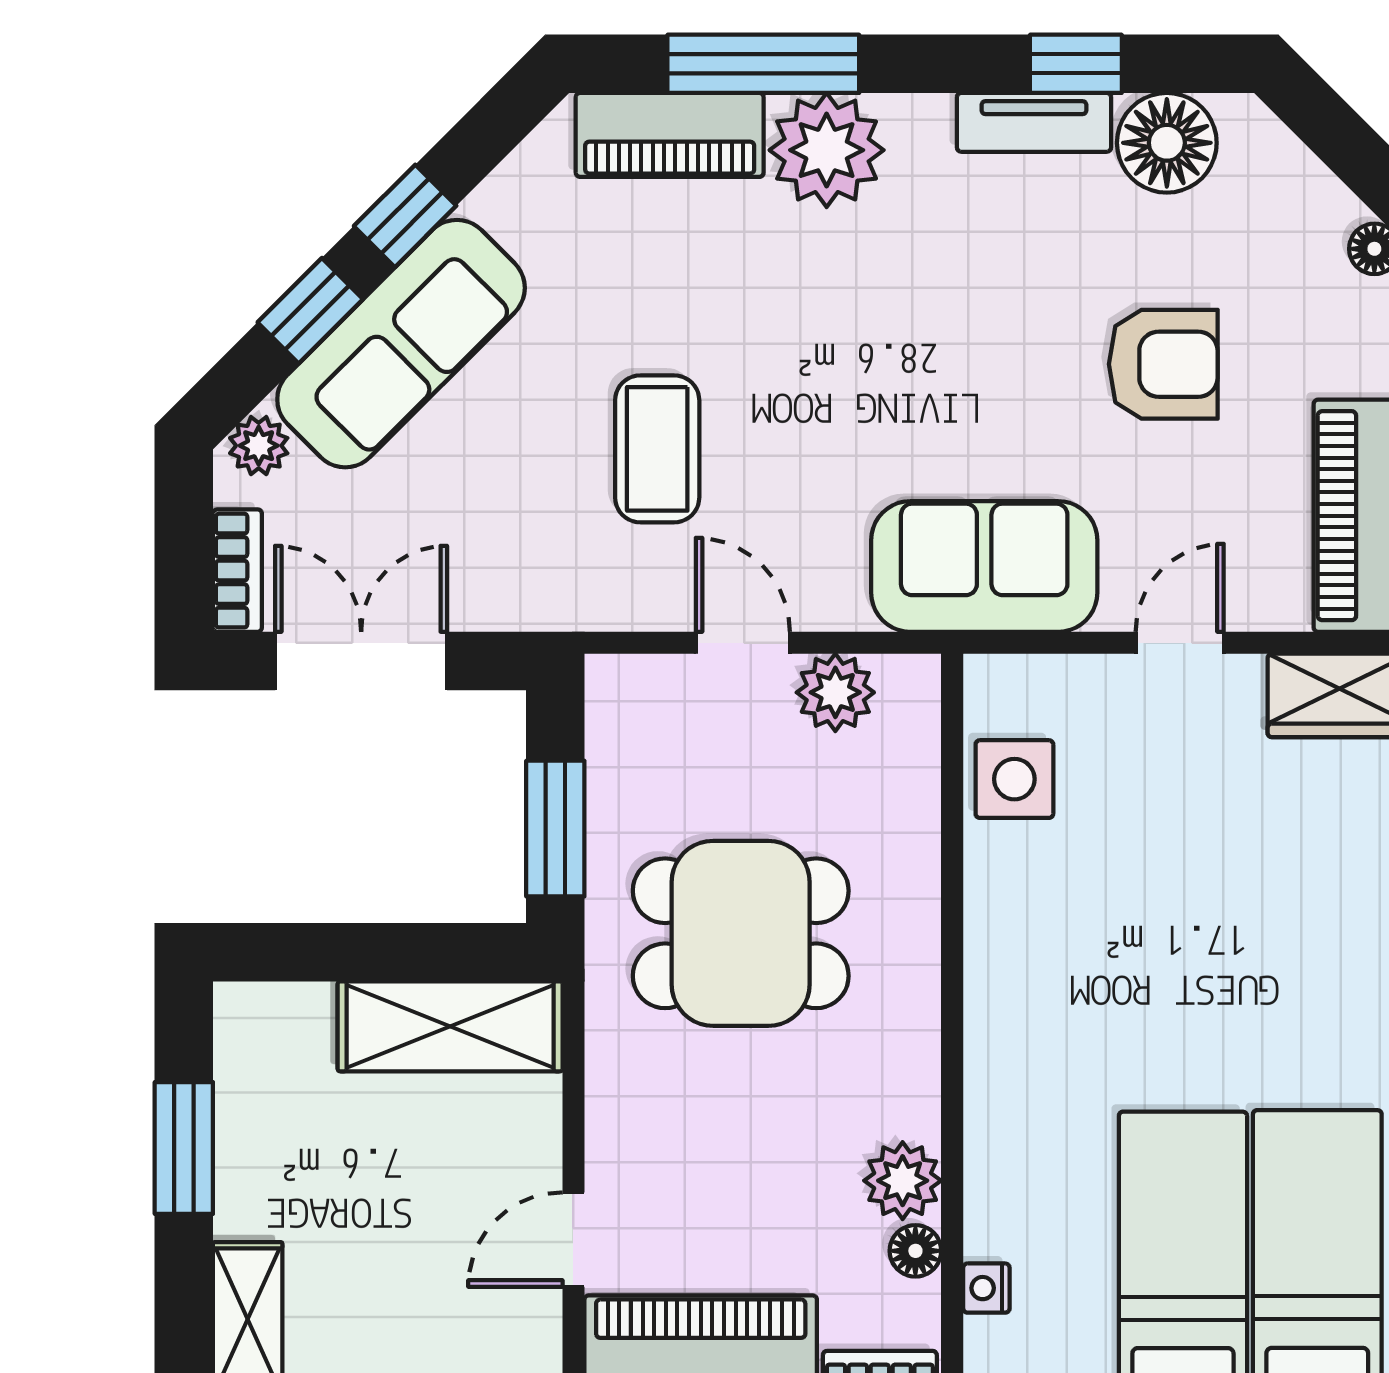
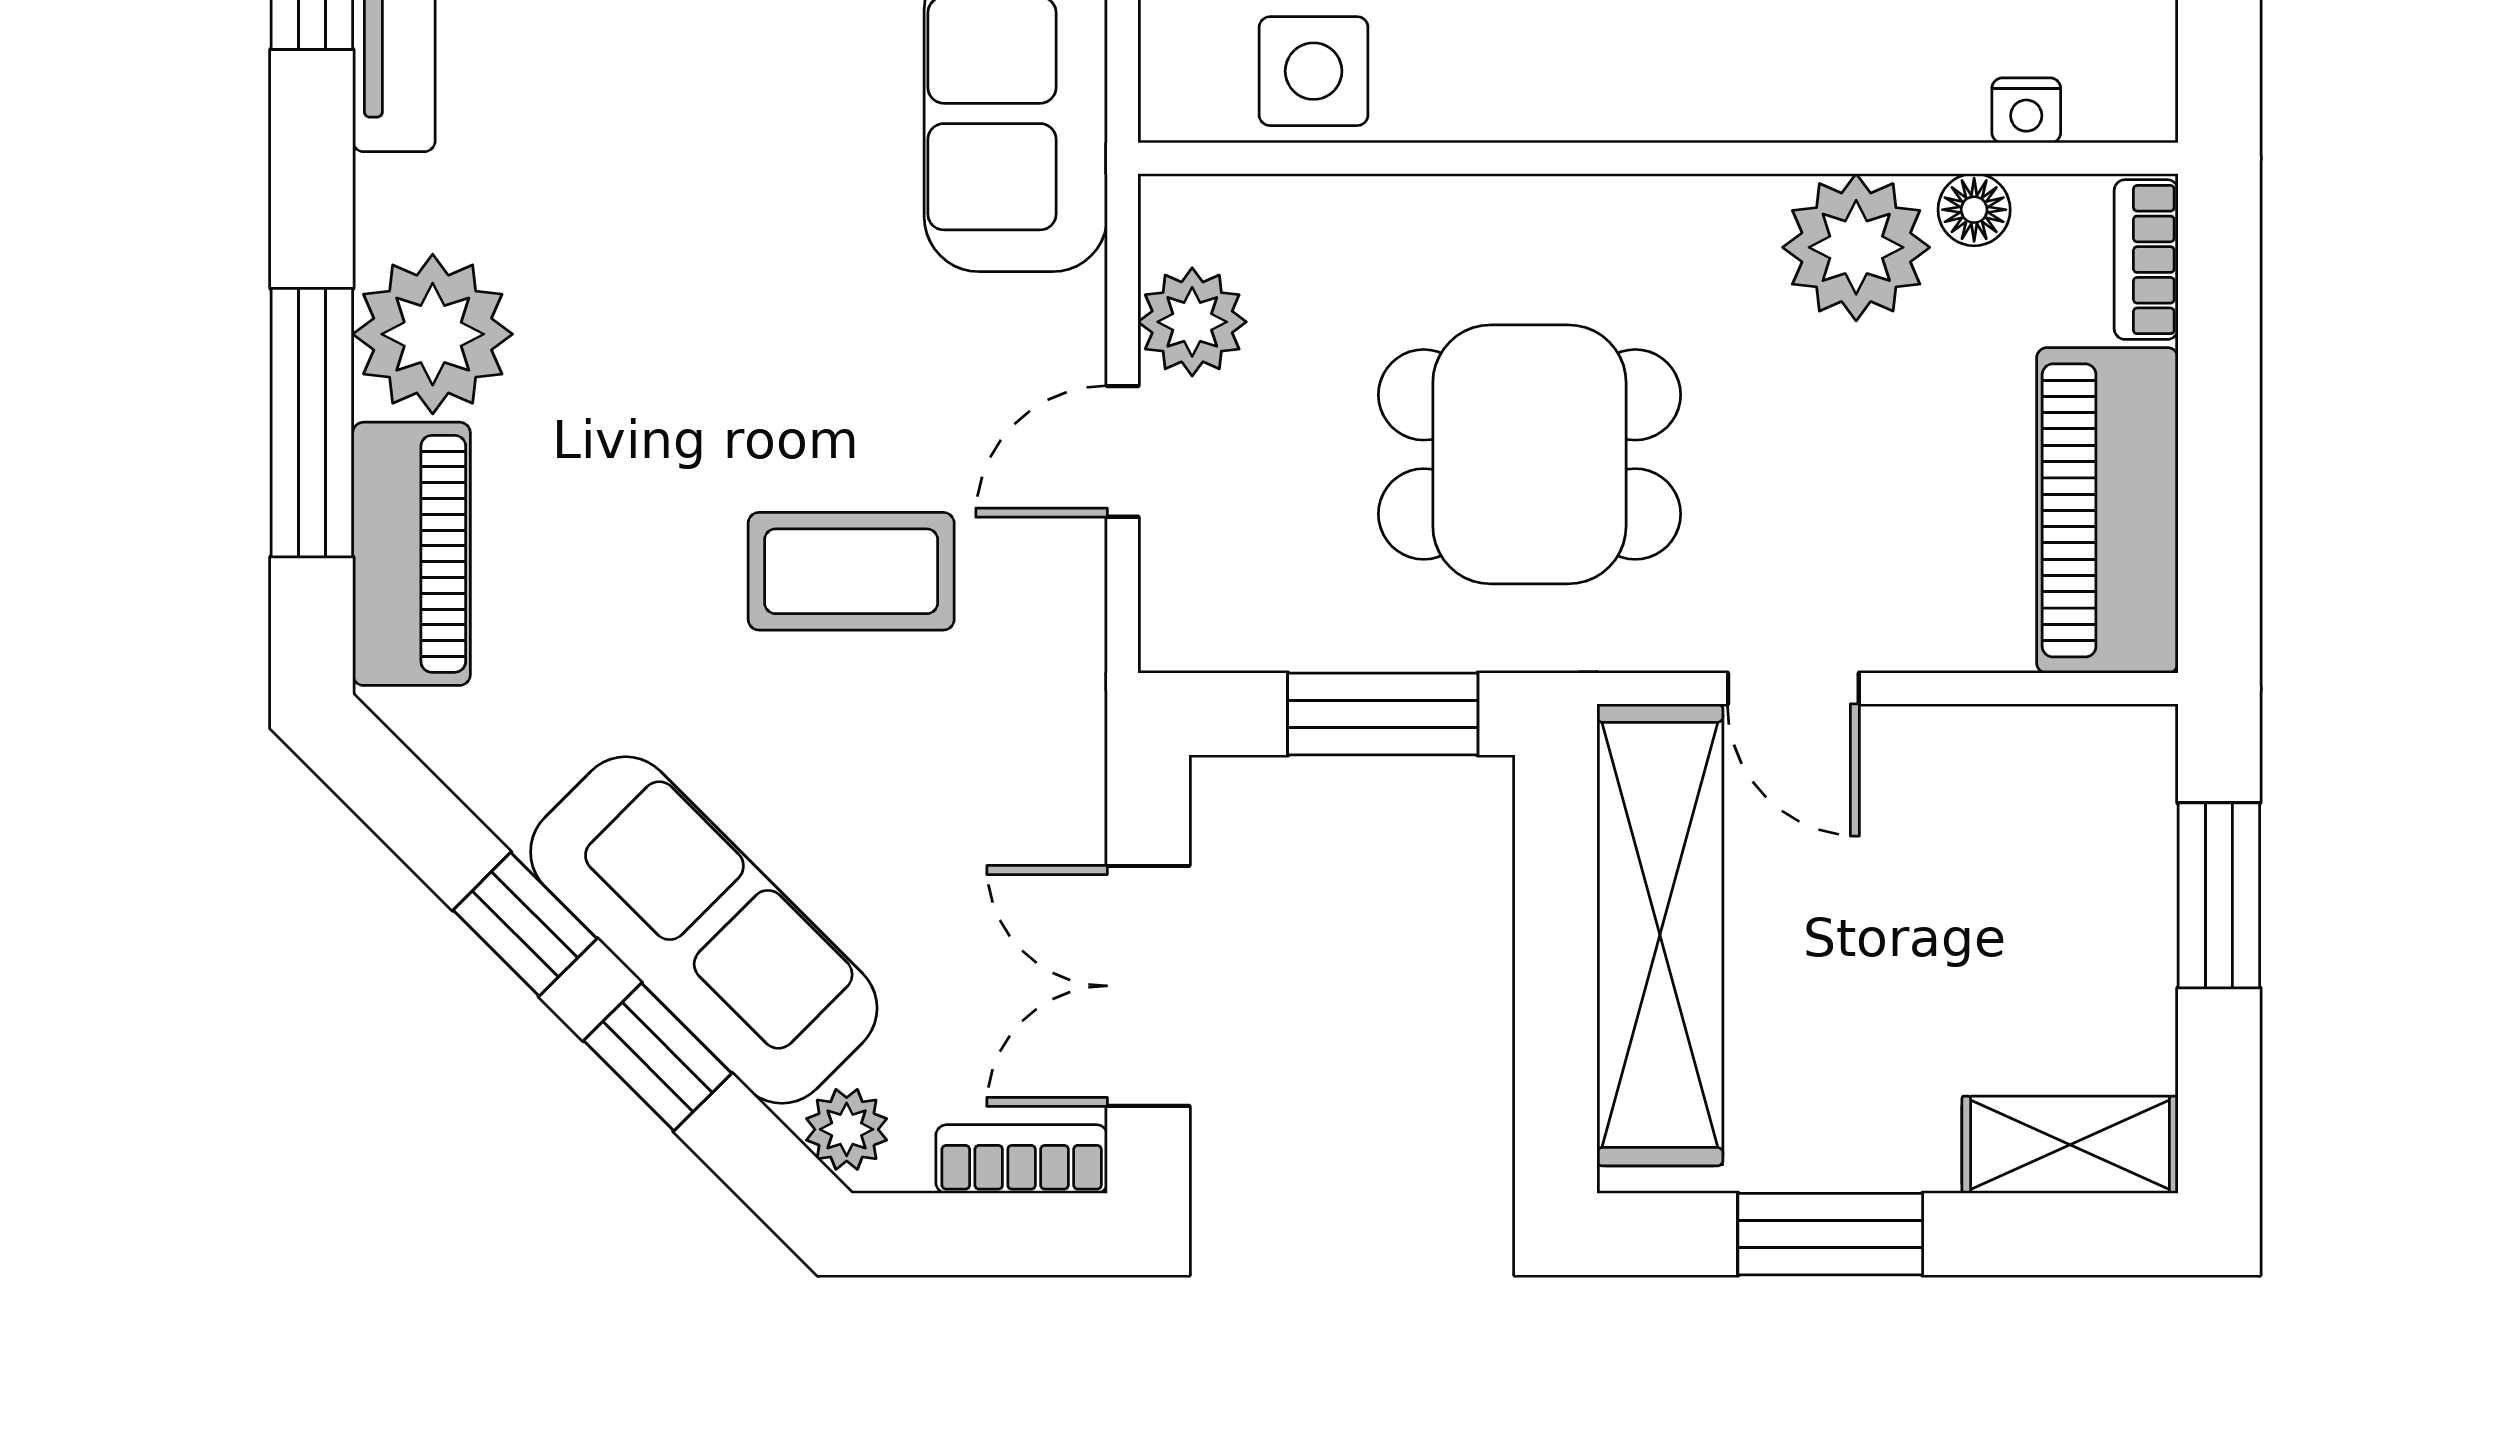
dining table: (741, 933) -> (1529, 454), turned 90
shelving: (450, 1026) -> (1660, 935), width x1.47
plant: (903, 1181) -> (1856, 247), width x1.36, depth x1.36
door: (573, 1240) -> (1793, 689), moved

